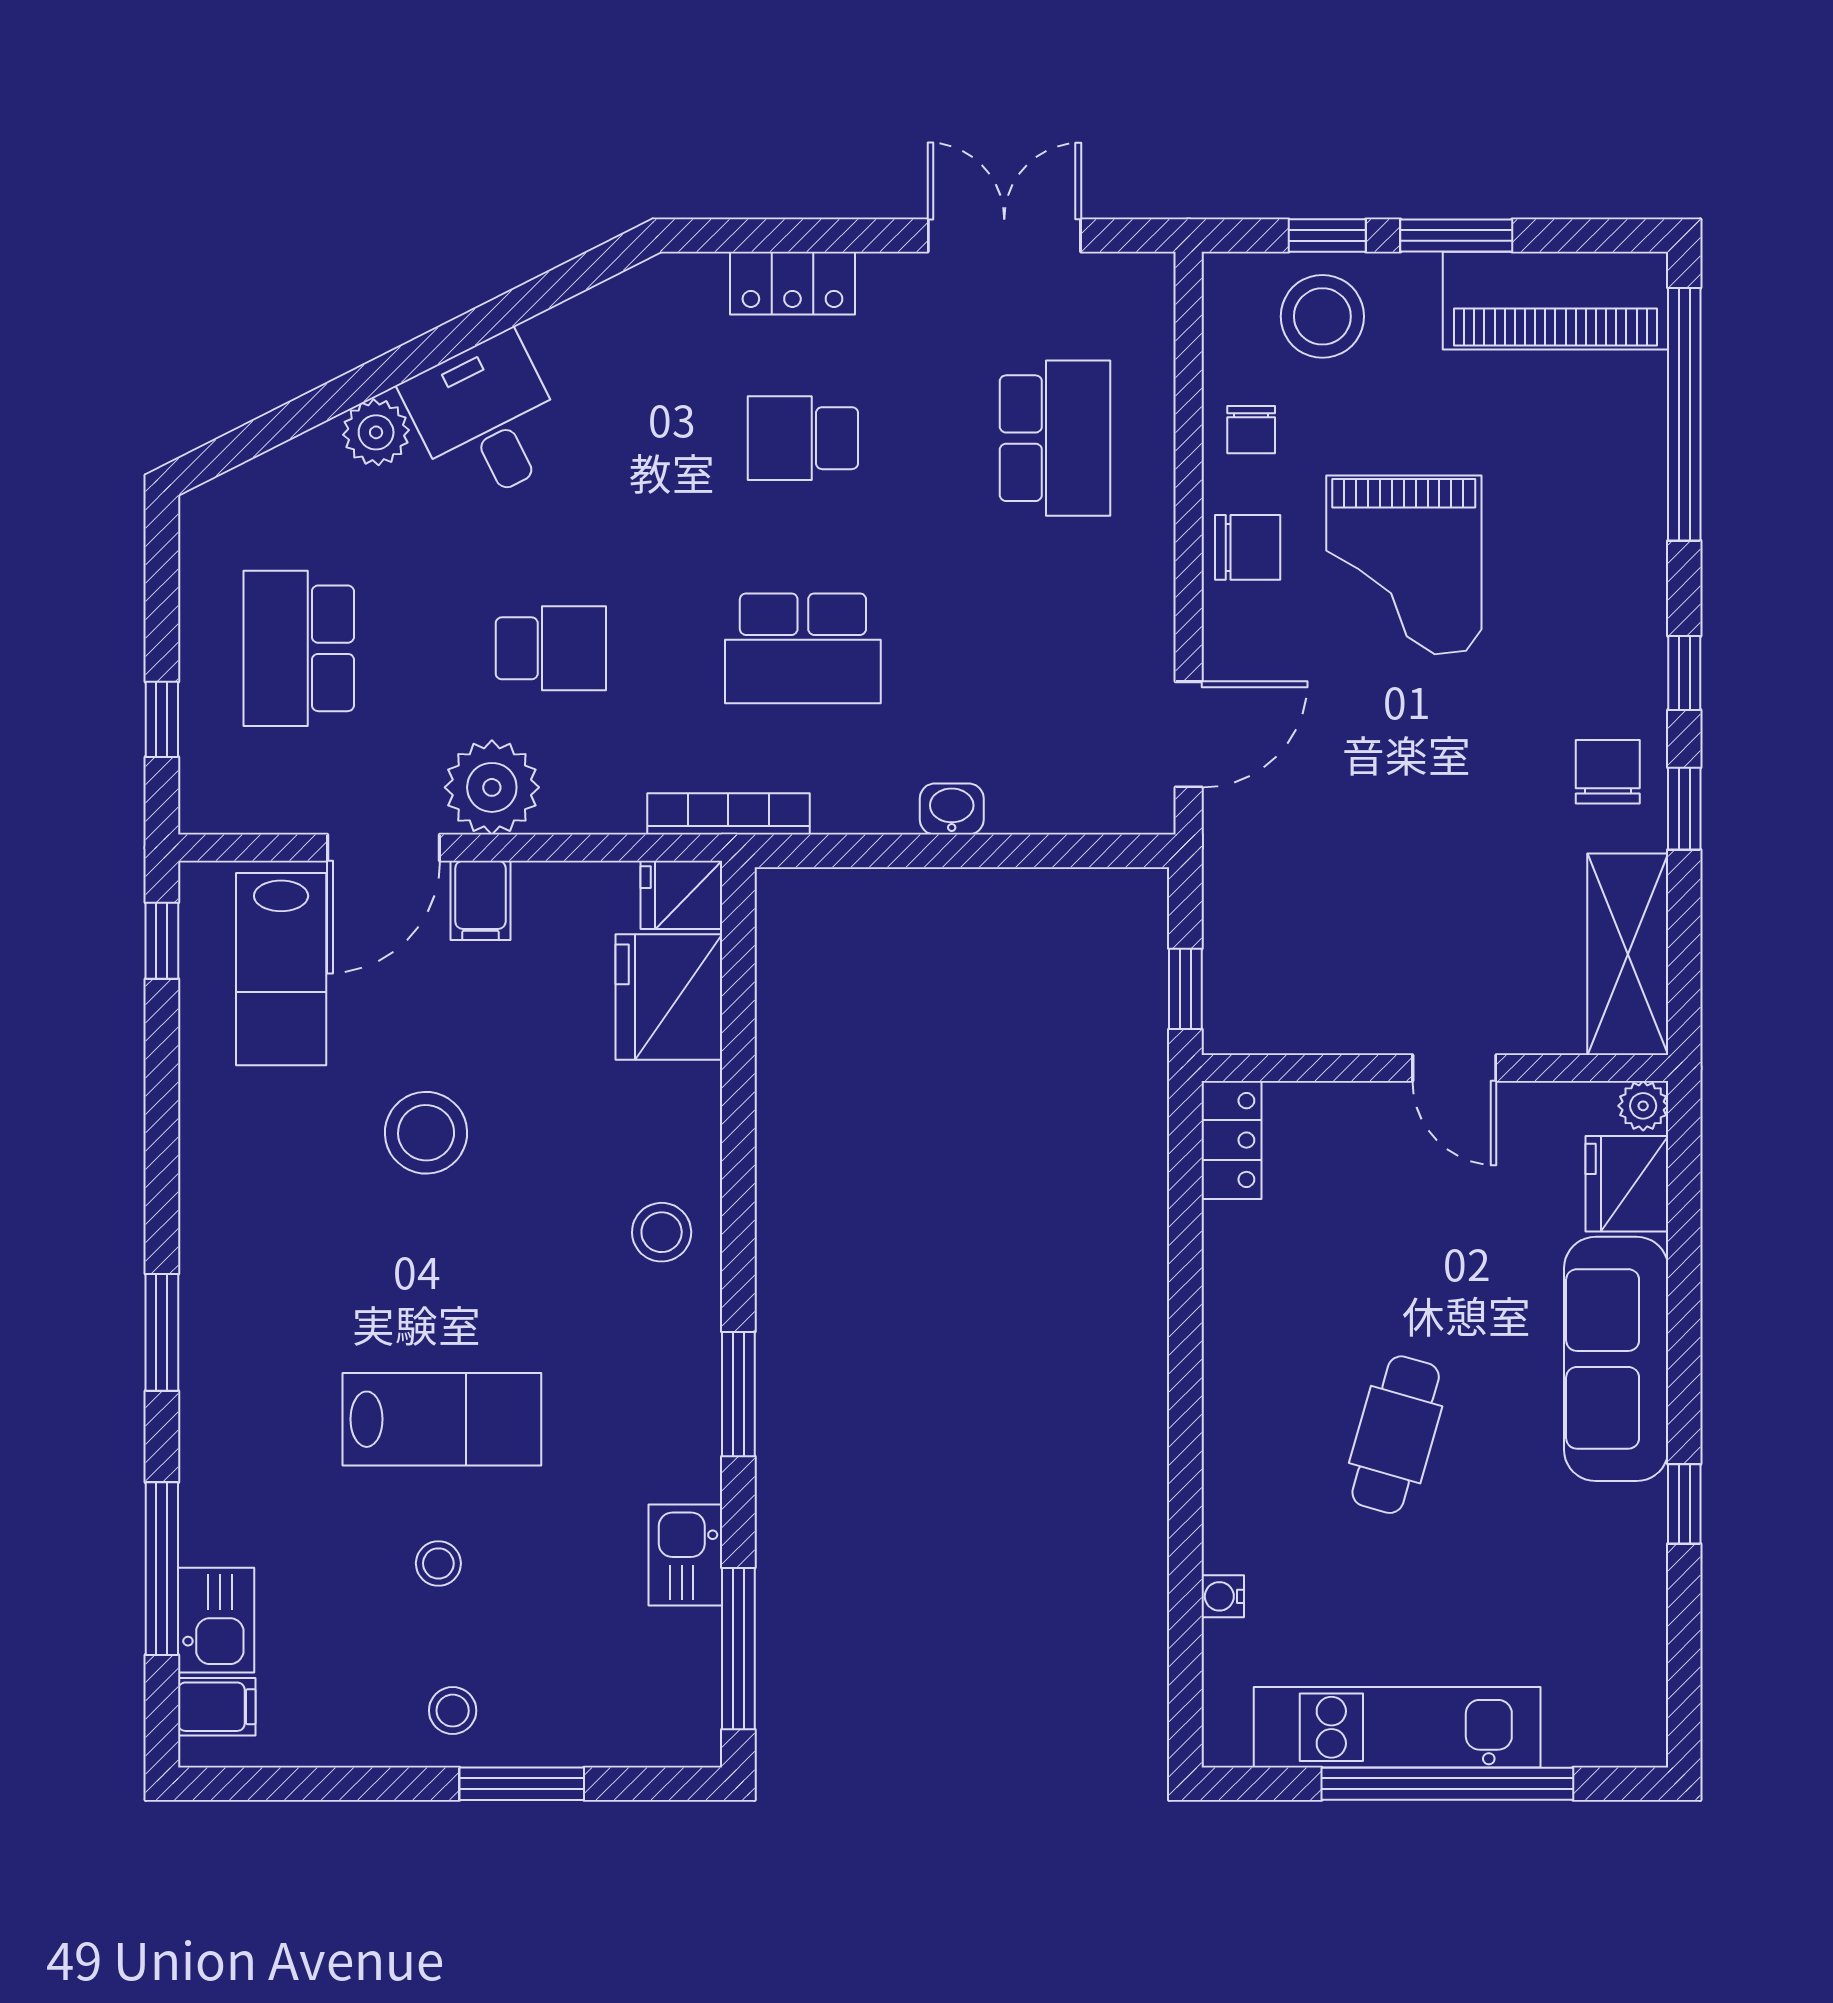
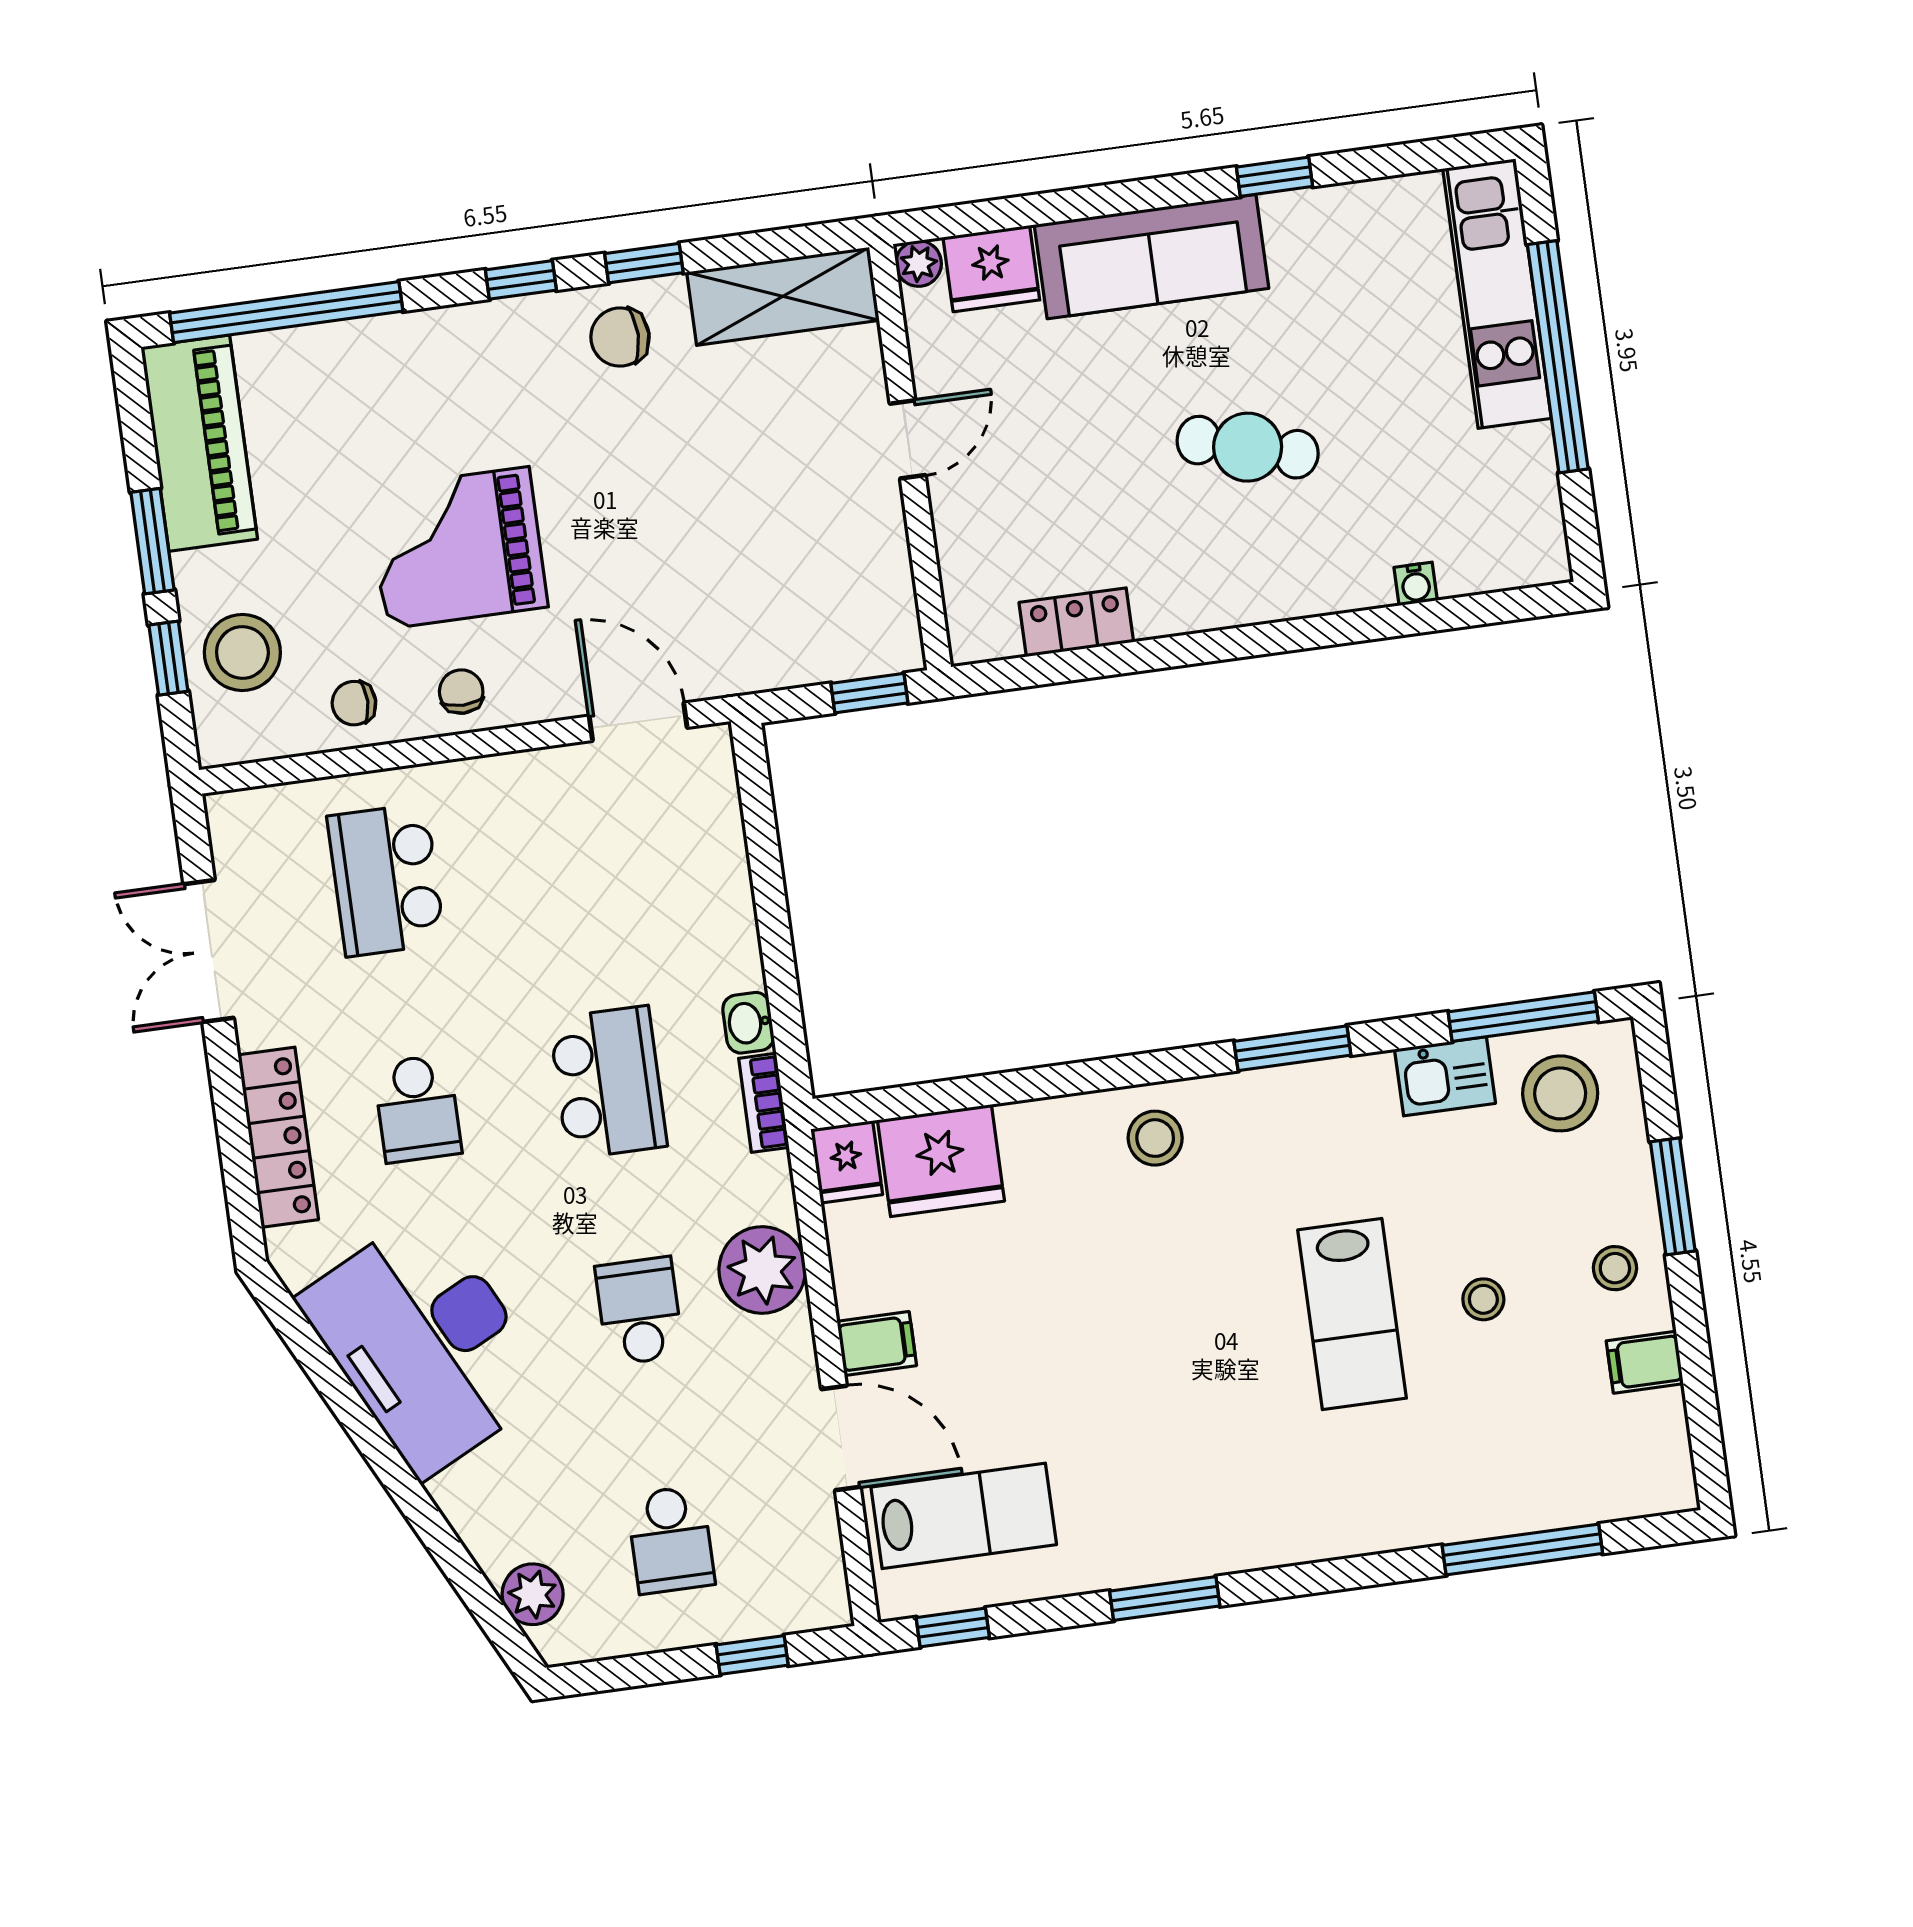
locker: (792, 283) -> (278, 1137), width x1.53
desk: (486, 419) -> (426, 1343), width x1.87, depth x1.30
chair: (1251, 430) -> (354, 703), turned 180
plant: (376, 432) -> (533, 1594), moved
school desk: (1055, 438) -> (386, 880), turned -90
chair: (1248, 547) -> (461, 692), width x0.73, depth x0.73
grand piano: (1404, 565) -> (458, 548), turned 180
school desk: (299, 648) -> (671, 1540), width x0.54
plant: (492, 787) -> (762, 1270), moved
washbasin: (952, 809) -> (748, 1023), moved
bookcase: (728, 814) -> (764, 1103), width x0.64
stool: (426, 1133) -> (1560, 1093), moved
locker: (1231, 1140) -> (1076, 622), moved
window: (162, 1332) -> (1165, 1598), moved
lab bench: (442, 1419) -> (1352, 1314), turned 180
kitchen sink: (216, 1620) -> (1562, 1494), removed
filing cabinet: (217, 1707) -> (1645, 1362), moved, turned -90
kitchen unit: (1397, 1727) -> (1497, 294), moved

